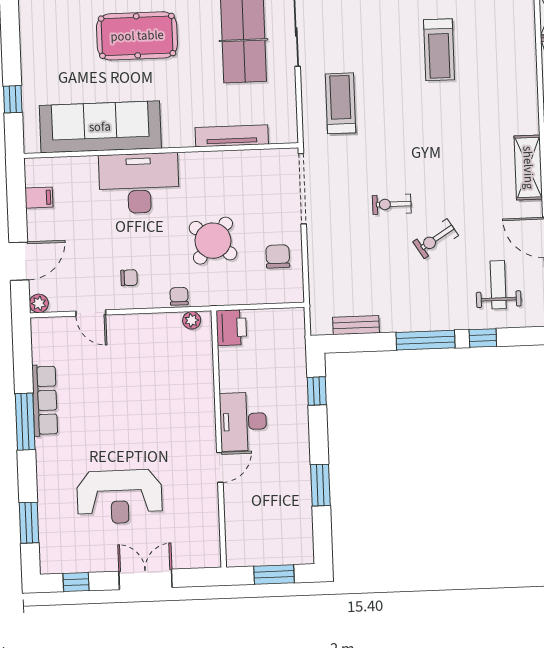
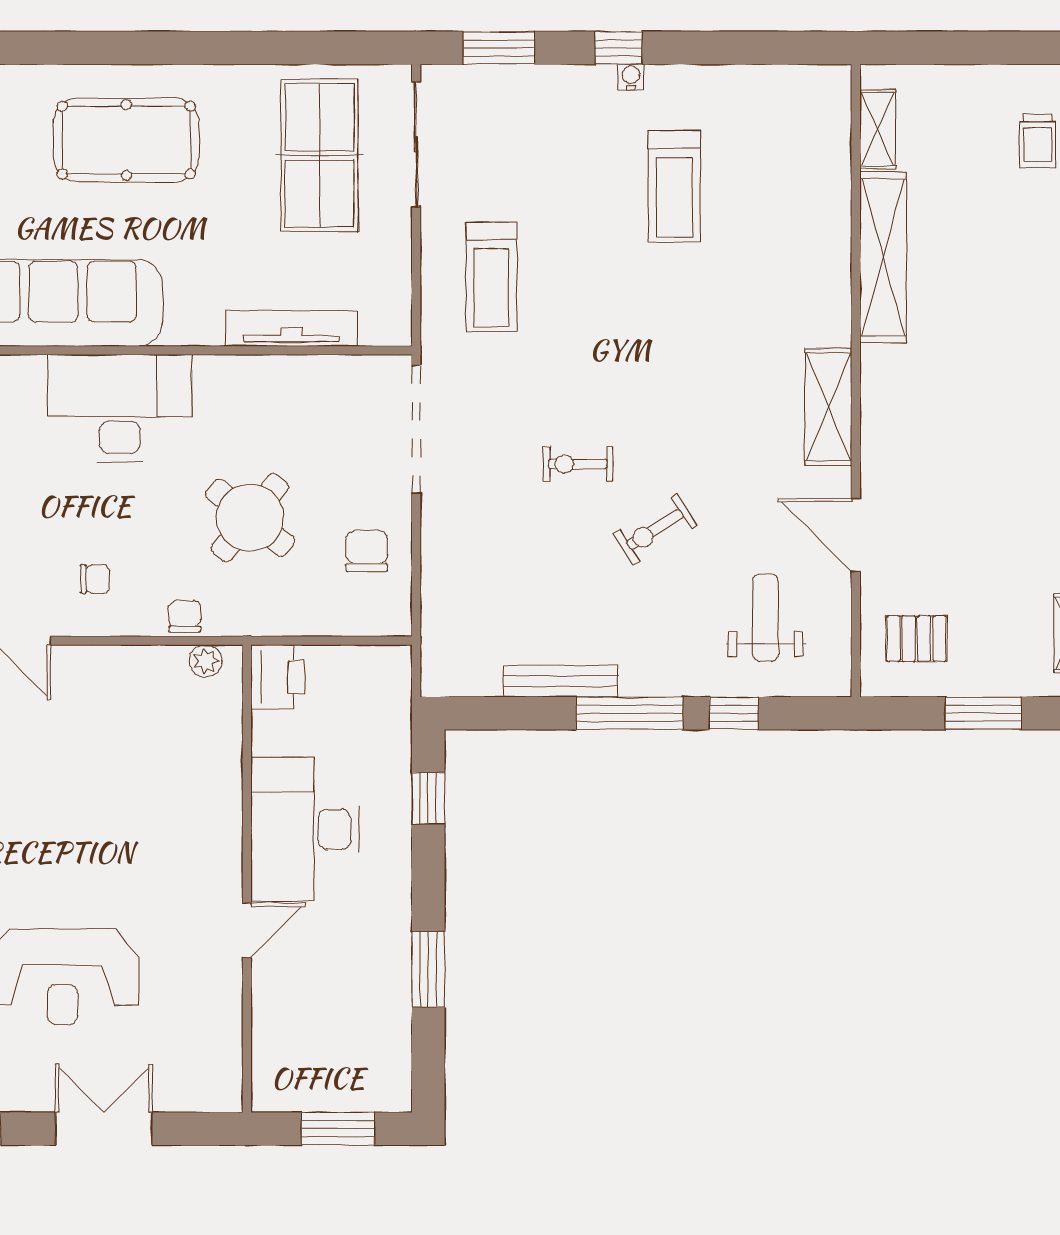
treadmill: (340, 103) -> (492, 277), turned 180
bench: (356, 325) -> (561, 681), moved, width x1.36
desk: (243, 422) -> (305, 829), width x1.36, depth x1.30

